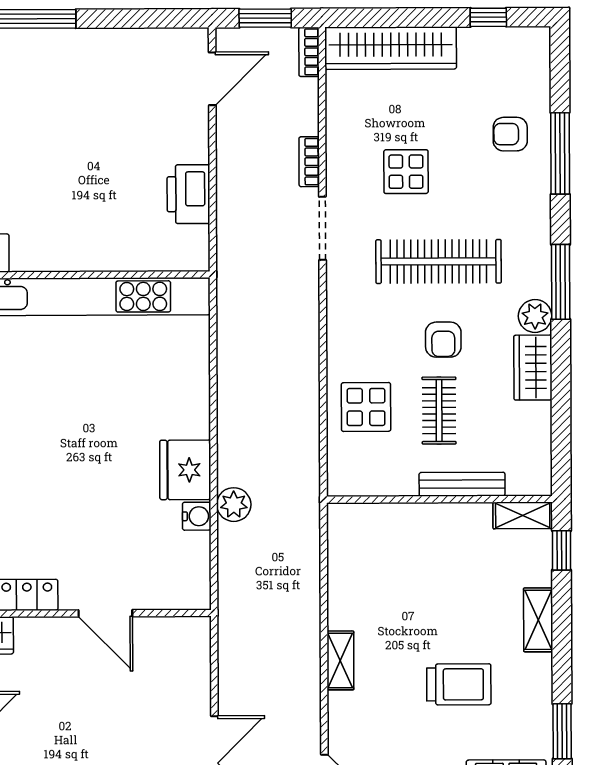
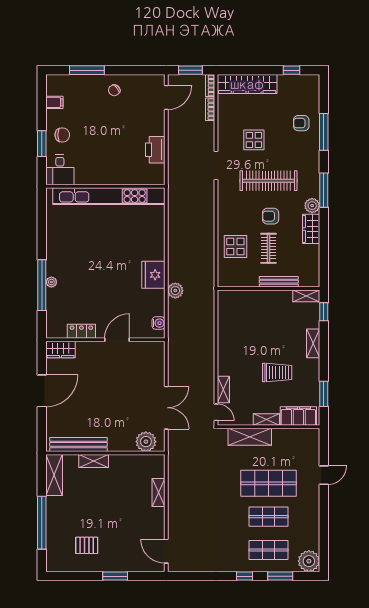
chair: (97, 63) -> (114, 90), added
bookcase: (309, 162) -> (210, 109), moved
armchair: (443, 340) -> (271, 216), turned 90
water cooler: (197, 516) -> (158, 323), moved
door: (105, 613) -> (117, 340), swing flipped
shelving: (340, 660) -> (223, 390), moved

